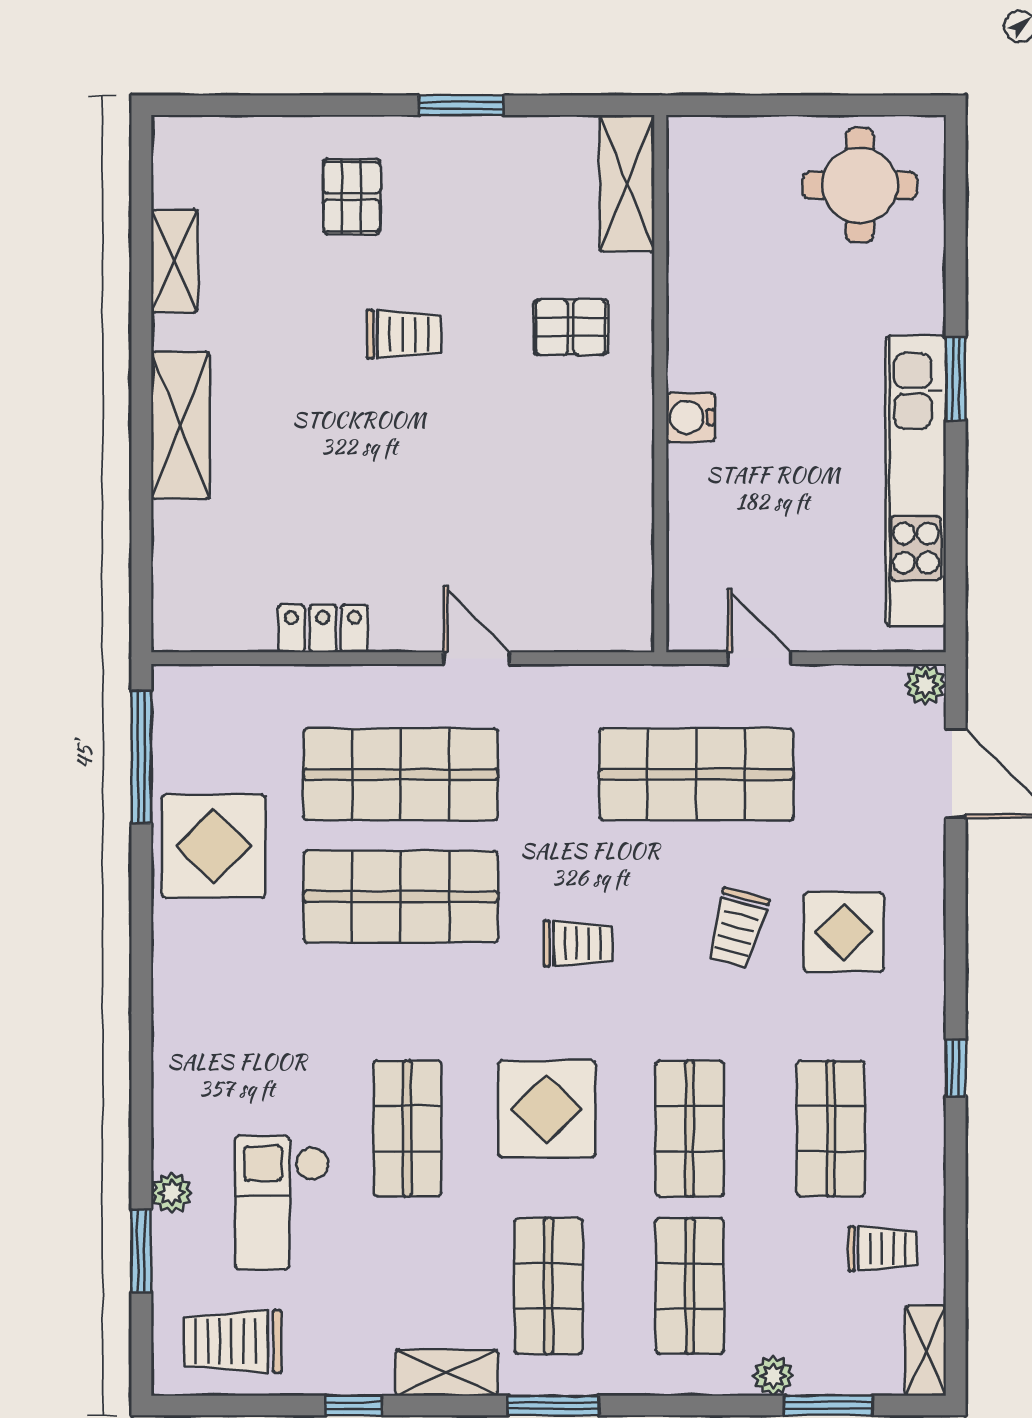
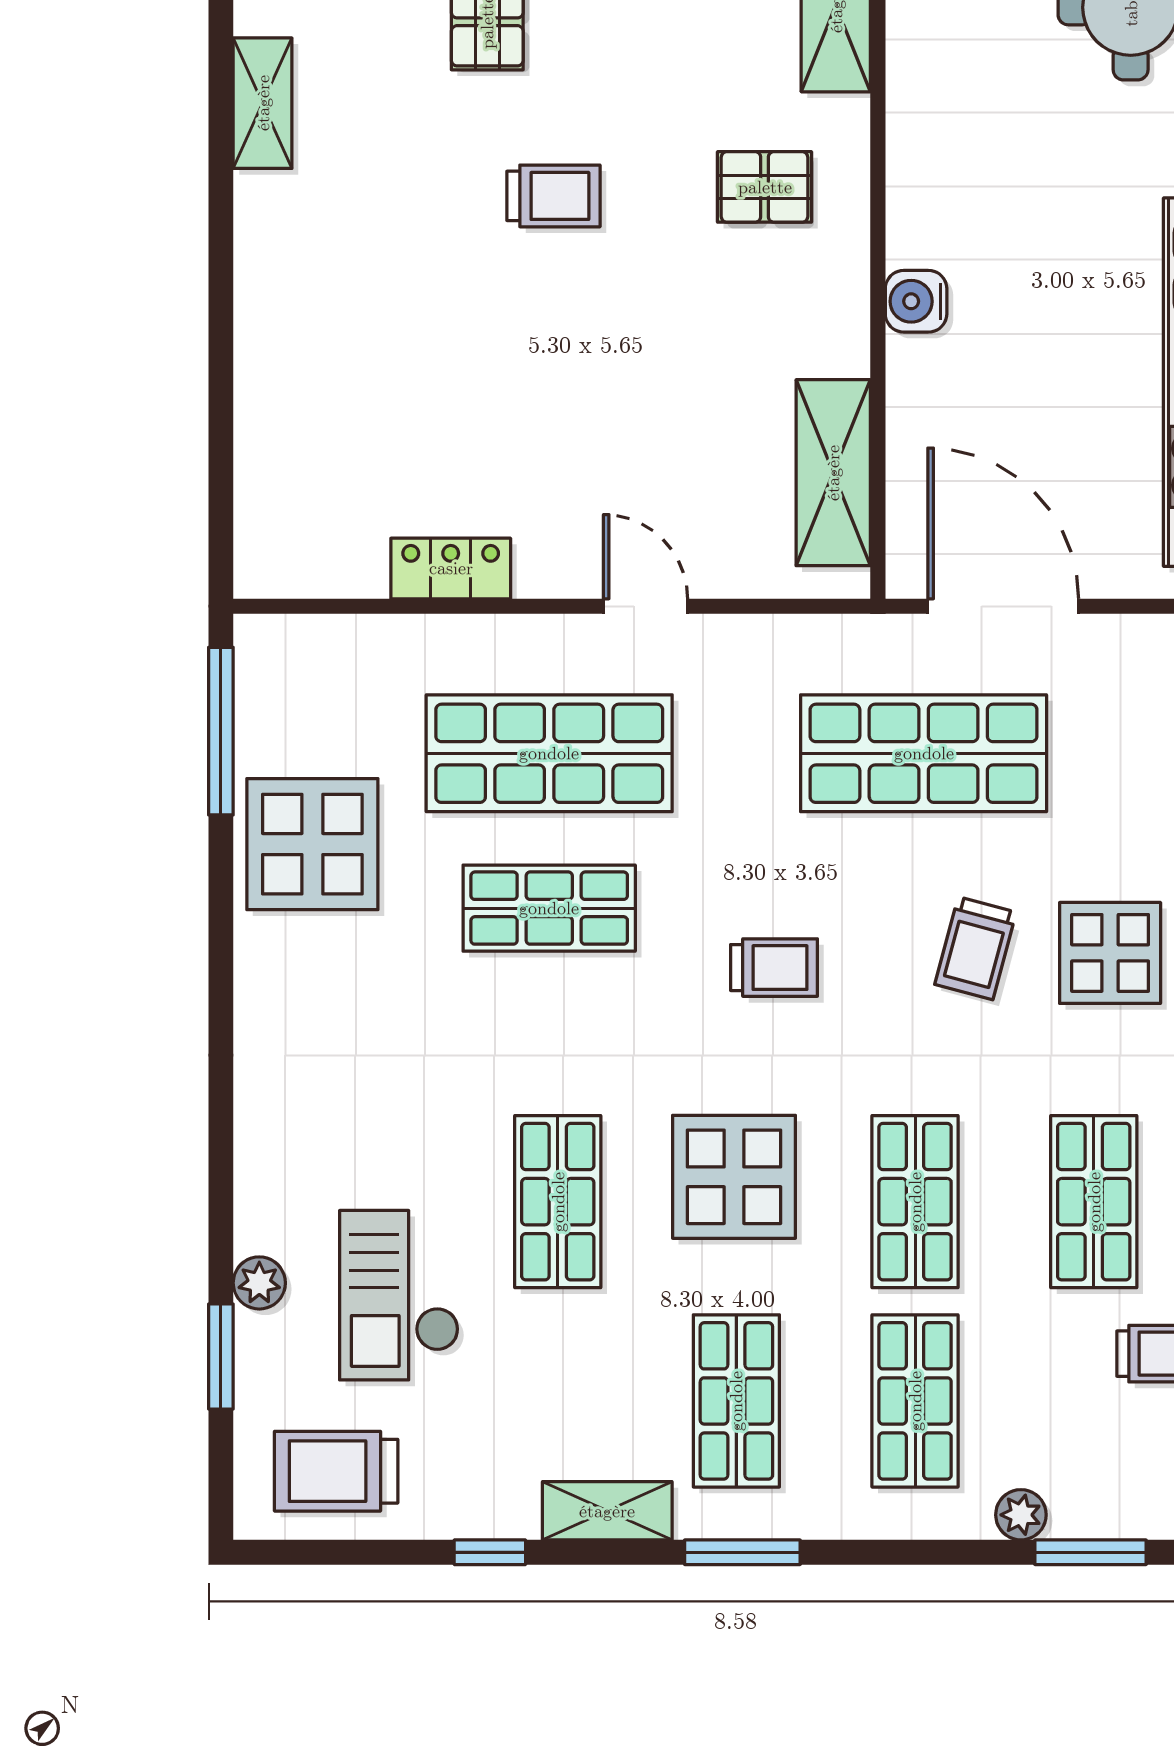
shelving: (180, 425) -> (833, 473), moved
door: (759, 658) -> (1003, 606), width x1.87
shop shelf: (401, 897) -> (549, 908), width x0.70, depth x0.74

